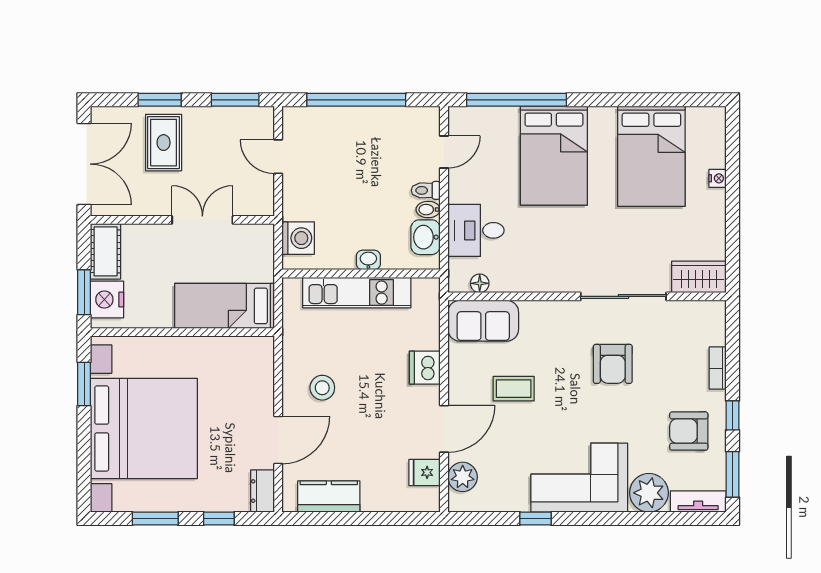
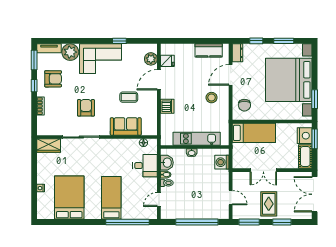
rug: (164, 143) -> (269, 204), moved
bed: (554, 156) -> (111, 198), width x0.67
sofa: (483, 321) -> (126, 126), moved
chair: (246, 370) -> (244, 105), added

